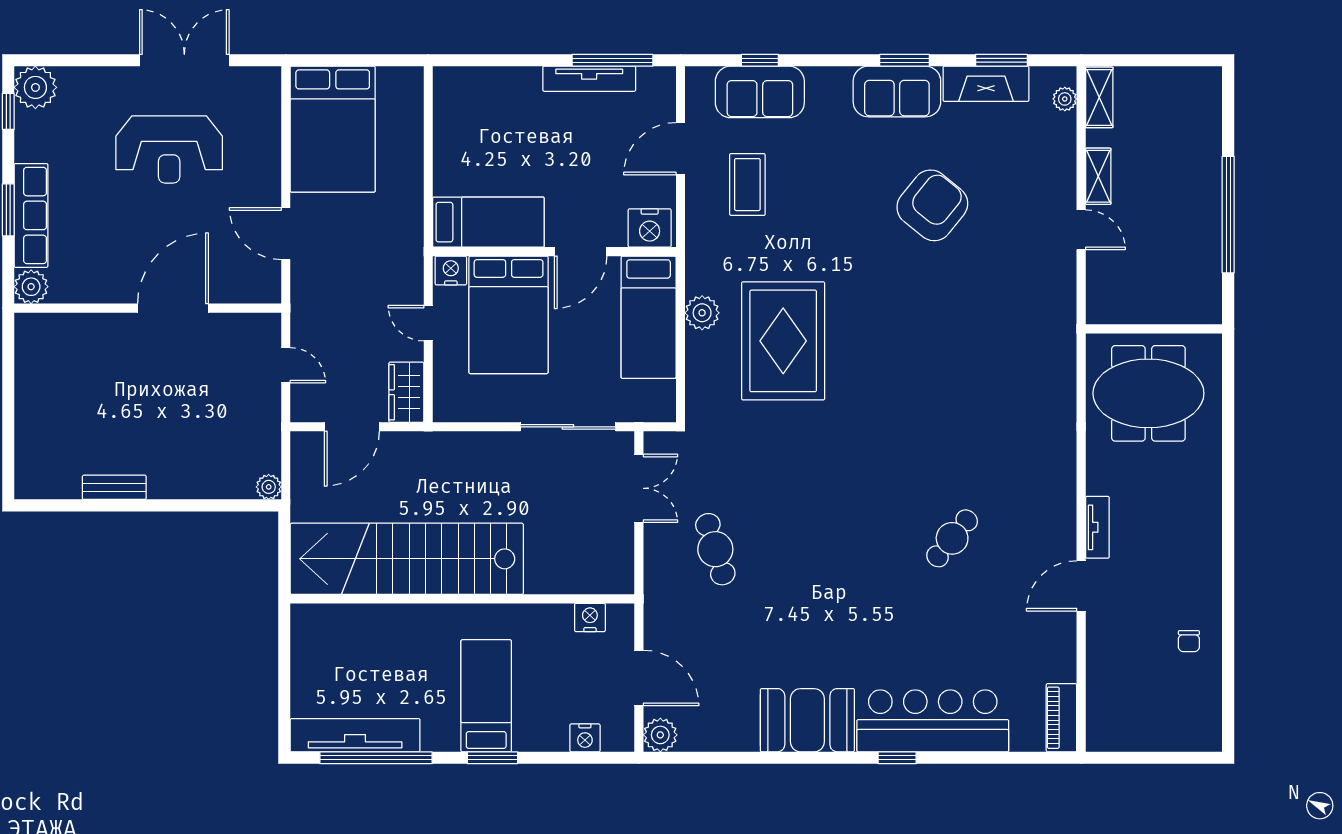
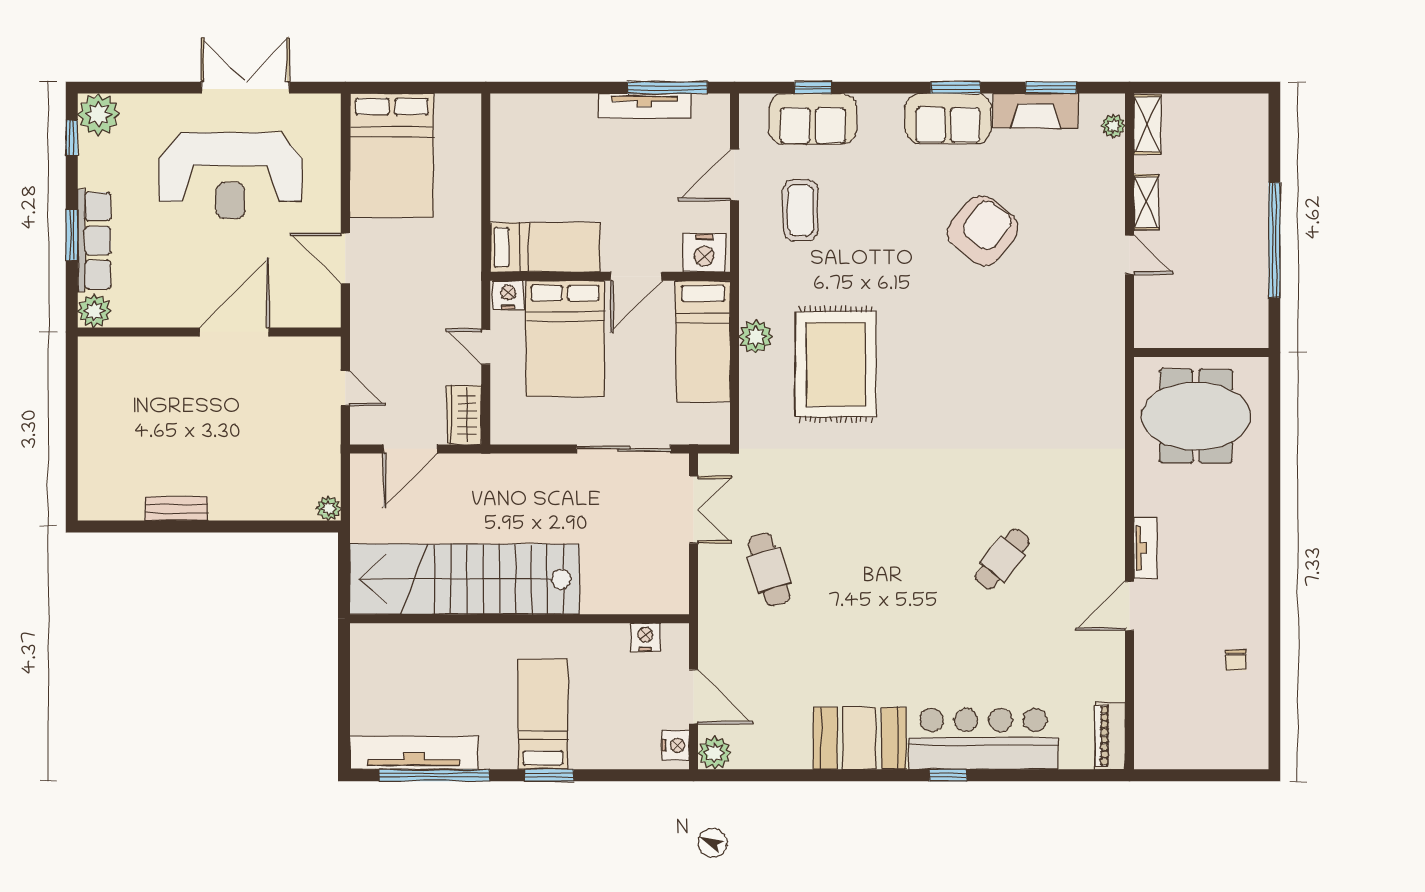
reception desk: (169, 149) -> (230, 176), width x1.36, depth x1.30
nightstand: (585, 738) -> (675, 745), moved, turned -90

